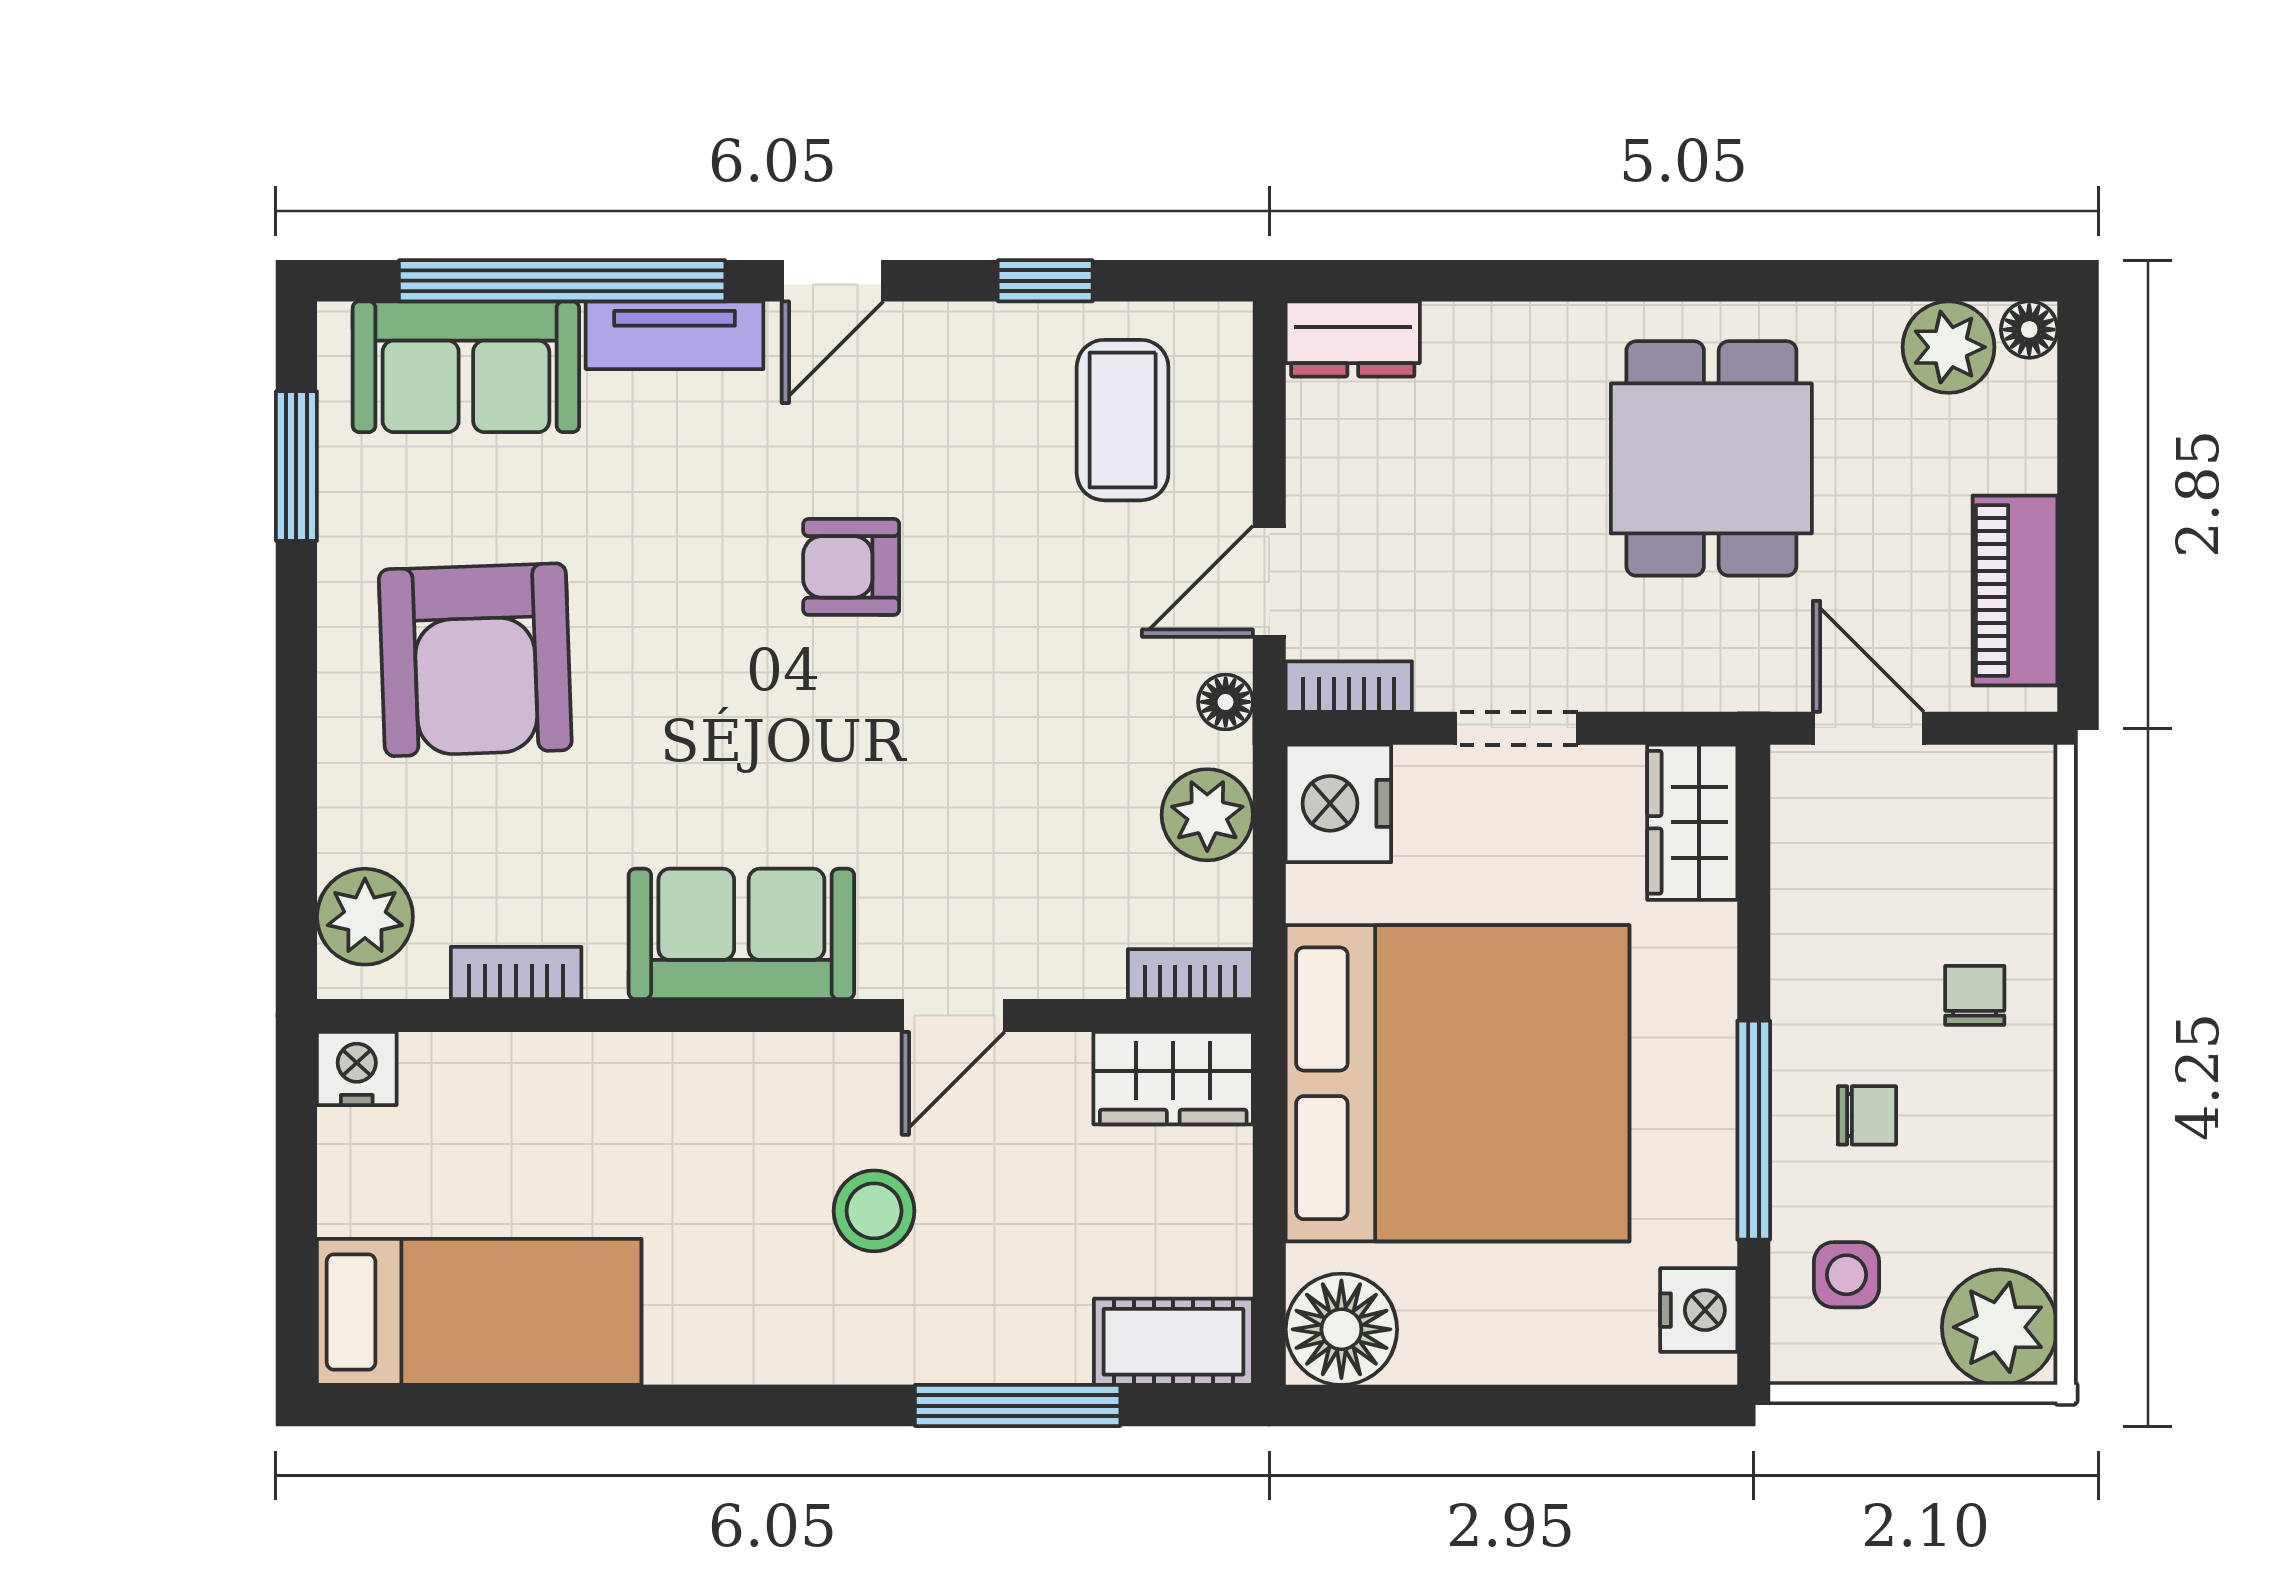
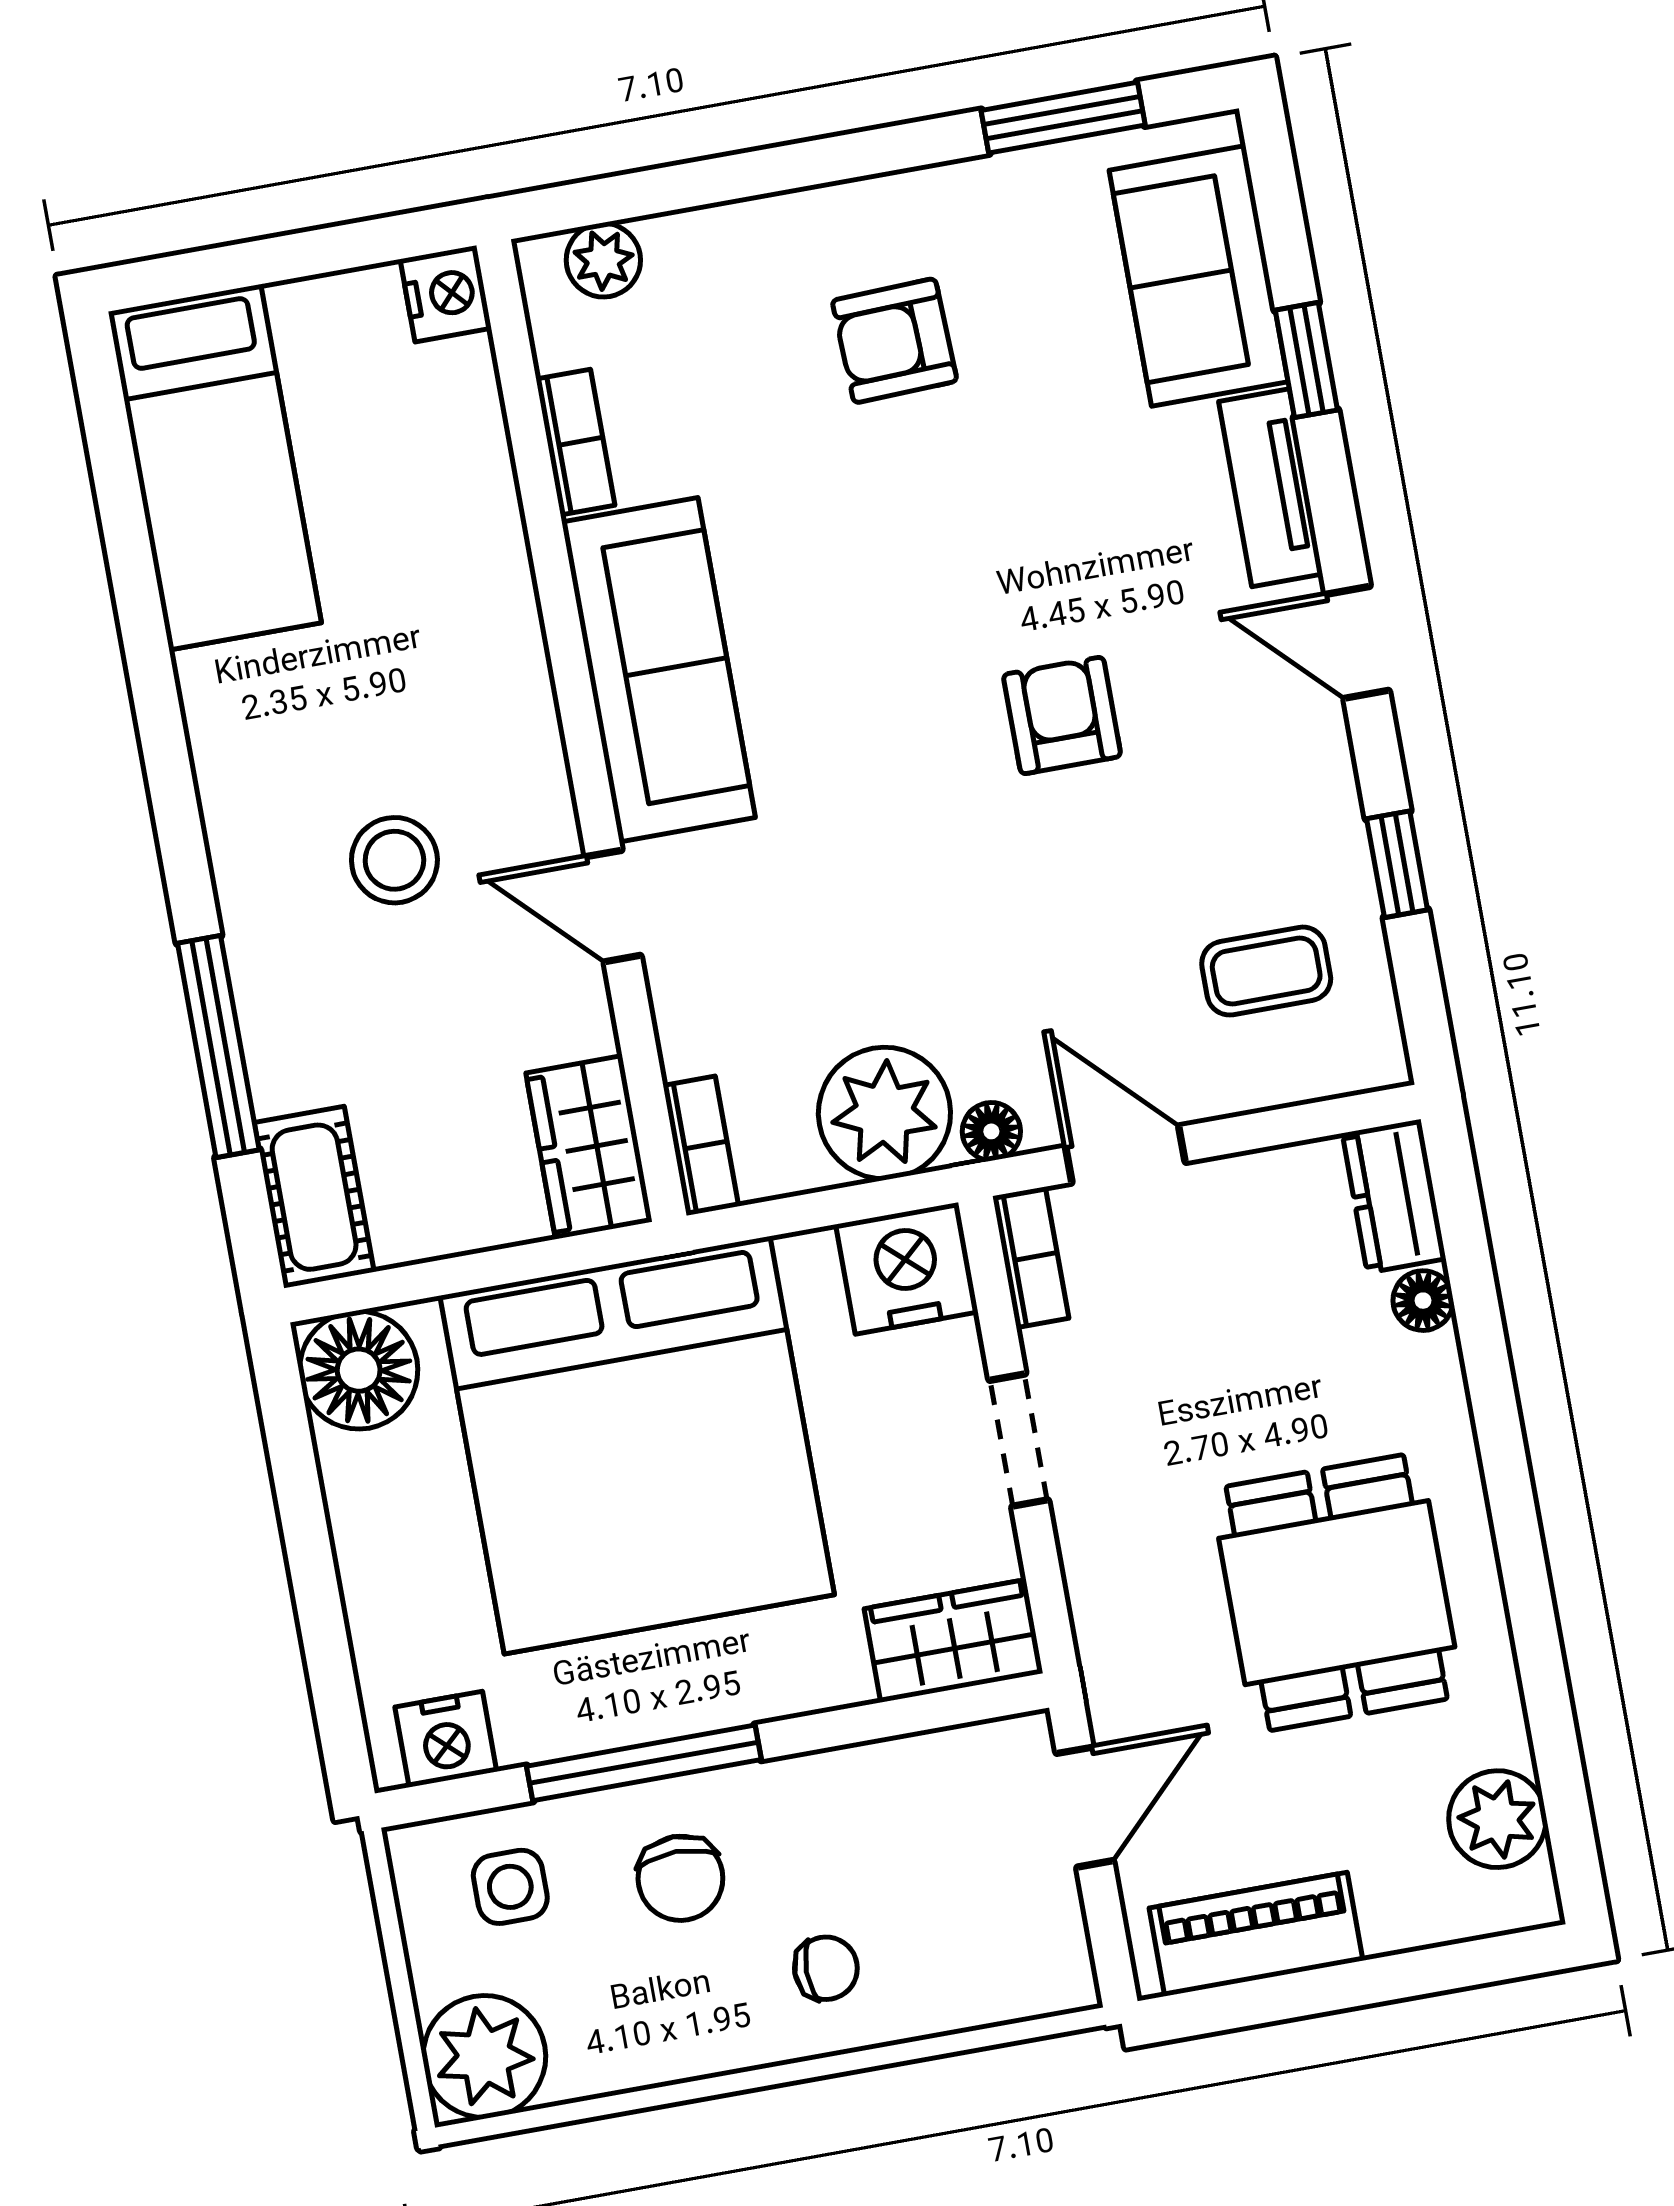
window: (562, 281) -> (1306, 360), width x0.32
floor lamp: (2029, 330) -> (1423, 1301), moved
coffee table: (1123, 420) -> (1266, 971), width x0.73, depth x0.77
dining table: (1711, 458) -> (1337, 1593), turned 90
armchair: (475, 660) -> (895, 341), width x0.53, depth x0.53
plant: (1207, 815) -> (884, 1113), width x1.36, depth x1.36
plant: (365, 917) -> (603, 260), width x0.73, depth x0.73
sofa: (741, 934) -> (659, 670), width x1.36
chair: (1867, 1115) -> (680, 1878), width x1.37, depth x1.37

